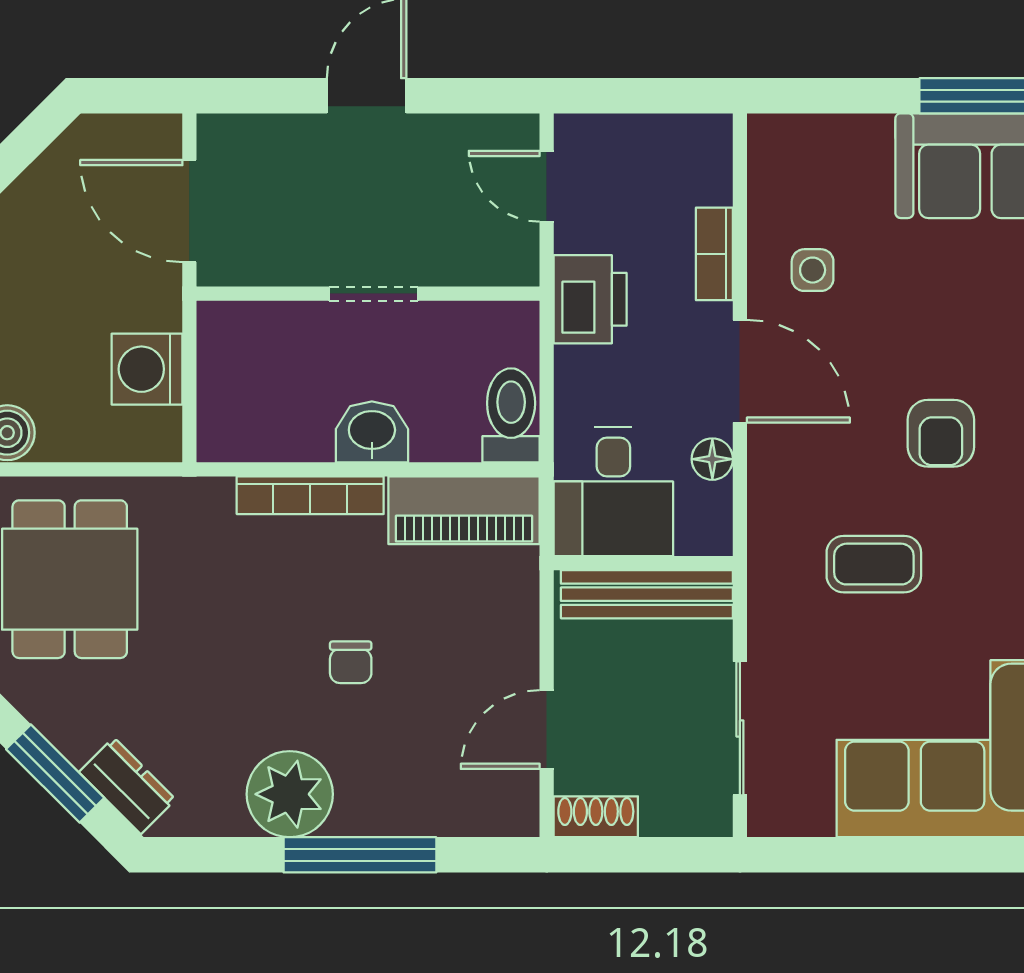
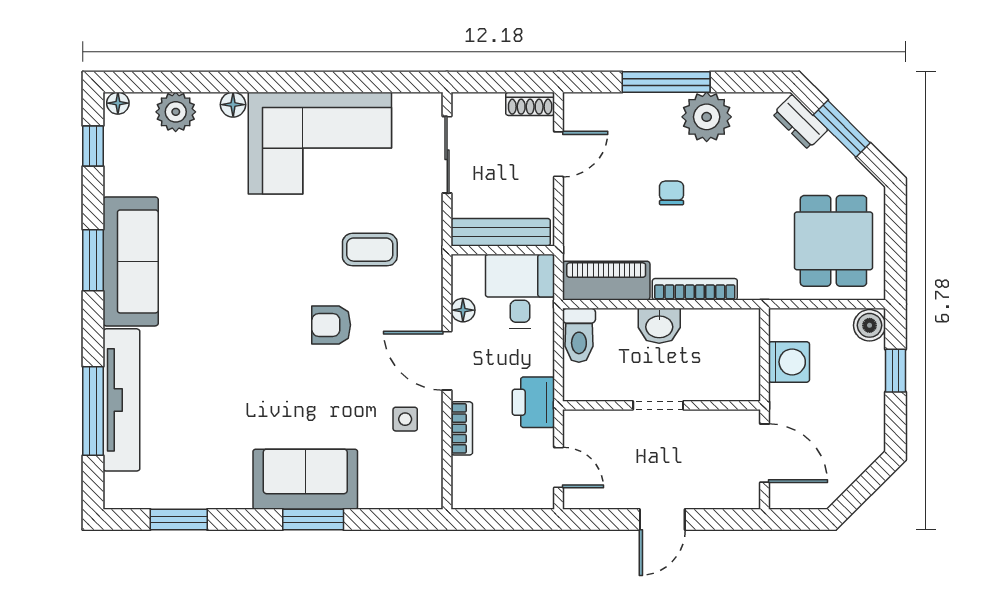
armchair: (941, 433) -> (331, 325), turned -90

